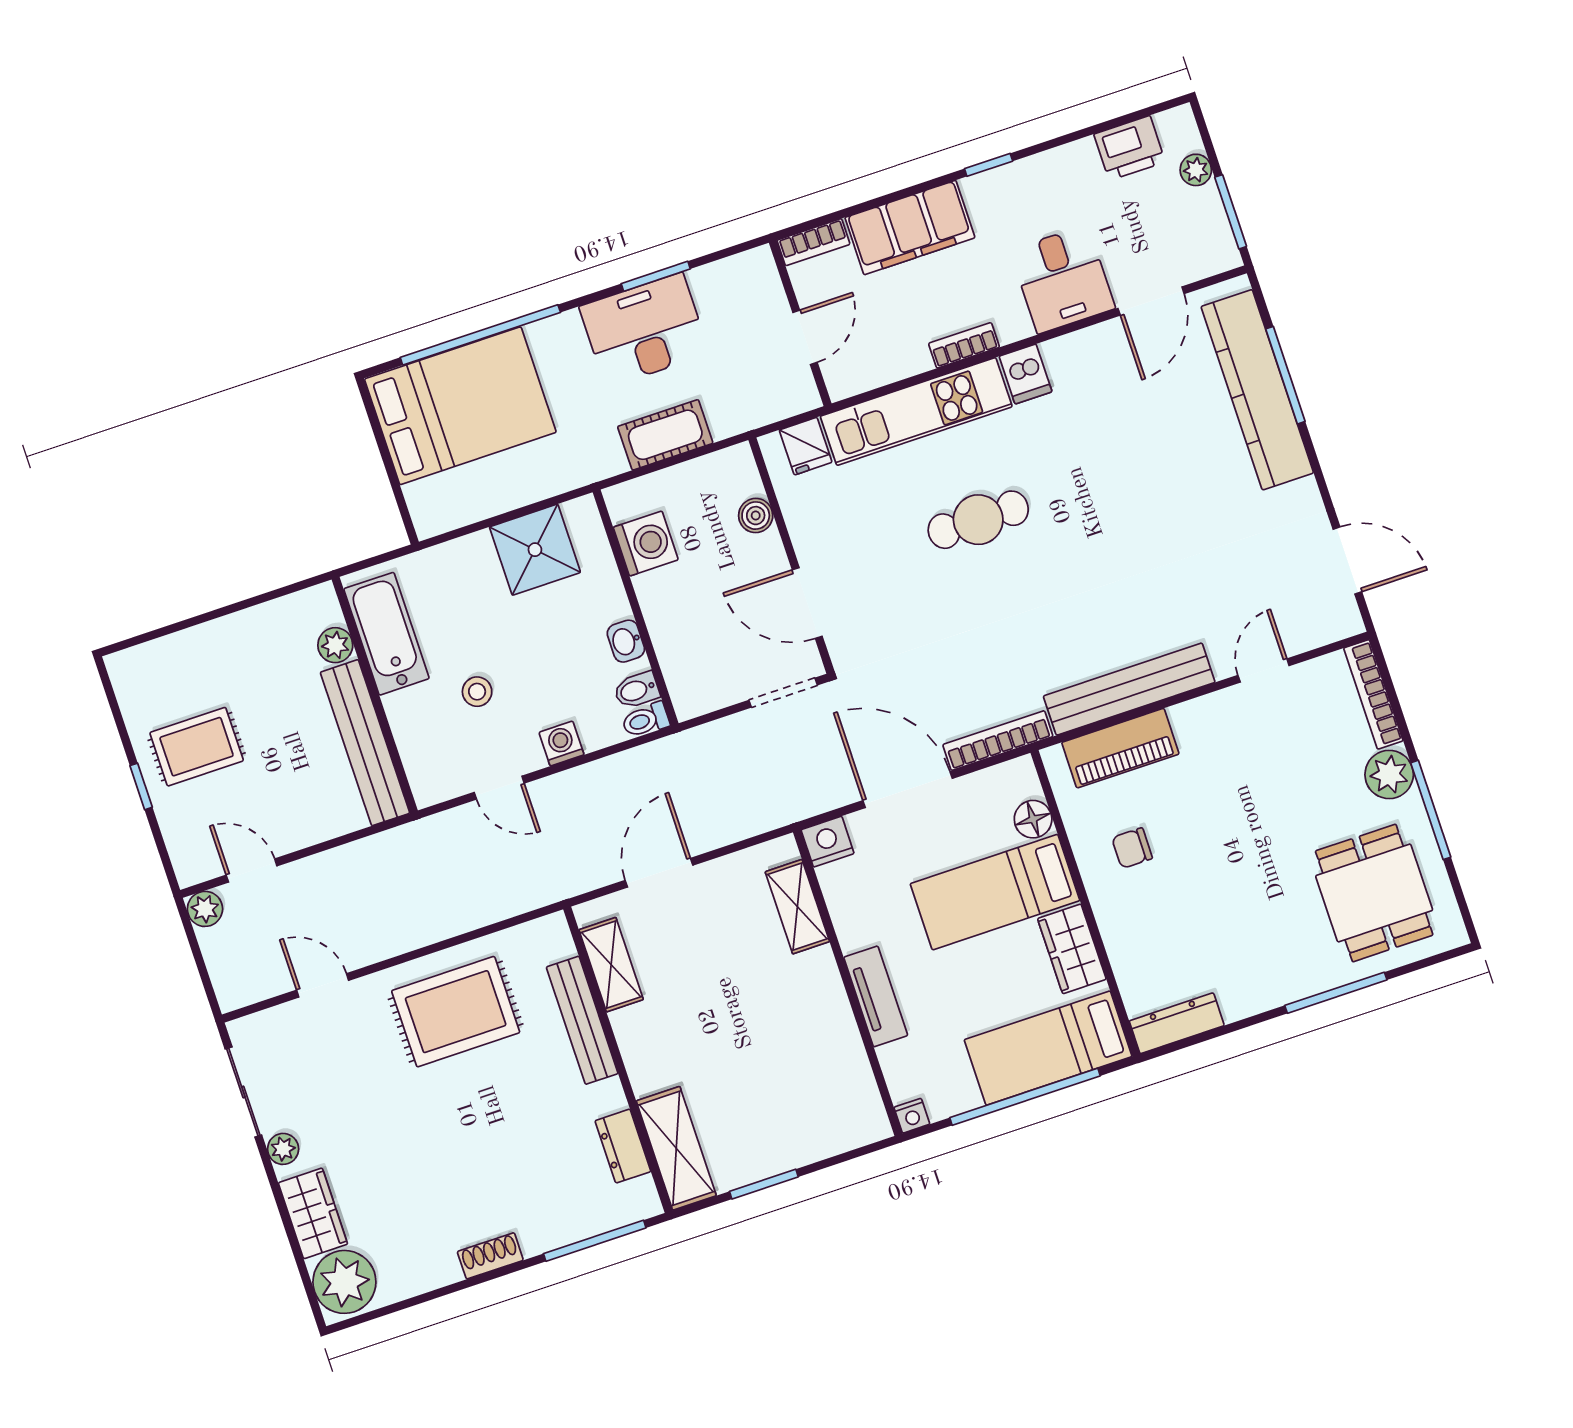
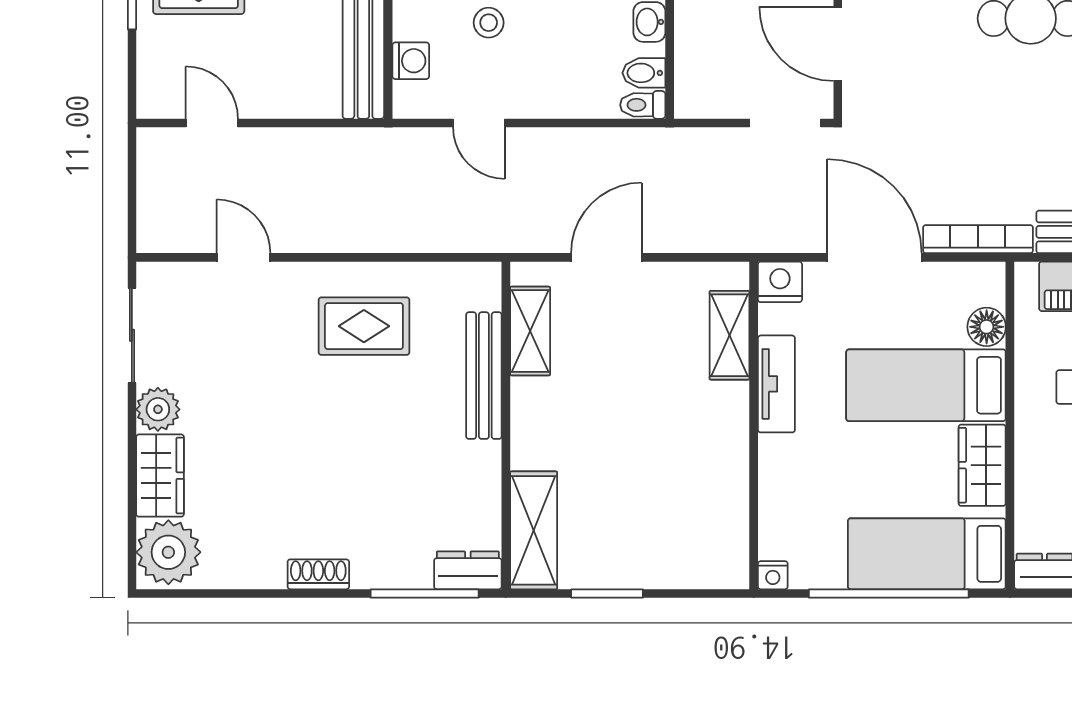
washing machine: (562, 744) -> (411, 61), moved, turned 90
plant: (205, 909) -> (154, 145), removed
tv unit: (876, 996) -> (776, 384), moved
rug: (456, 1012) -> (364, 326), width x0.73, depth x0.70
dresser: (623, 1146) -> (468, 570), moved, turned 90
plant: (283, 1149) -> (158, 409), width x1.38, depth x1.38

